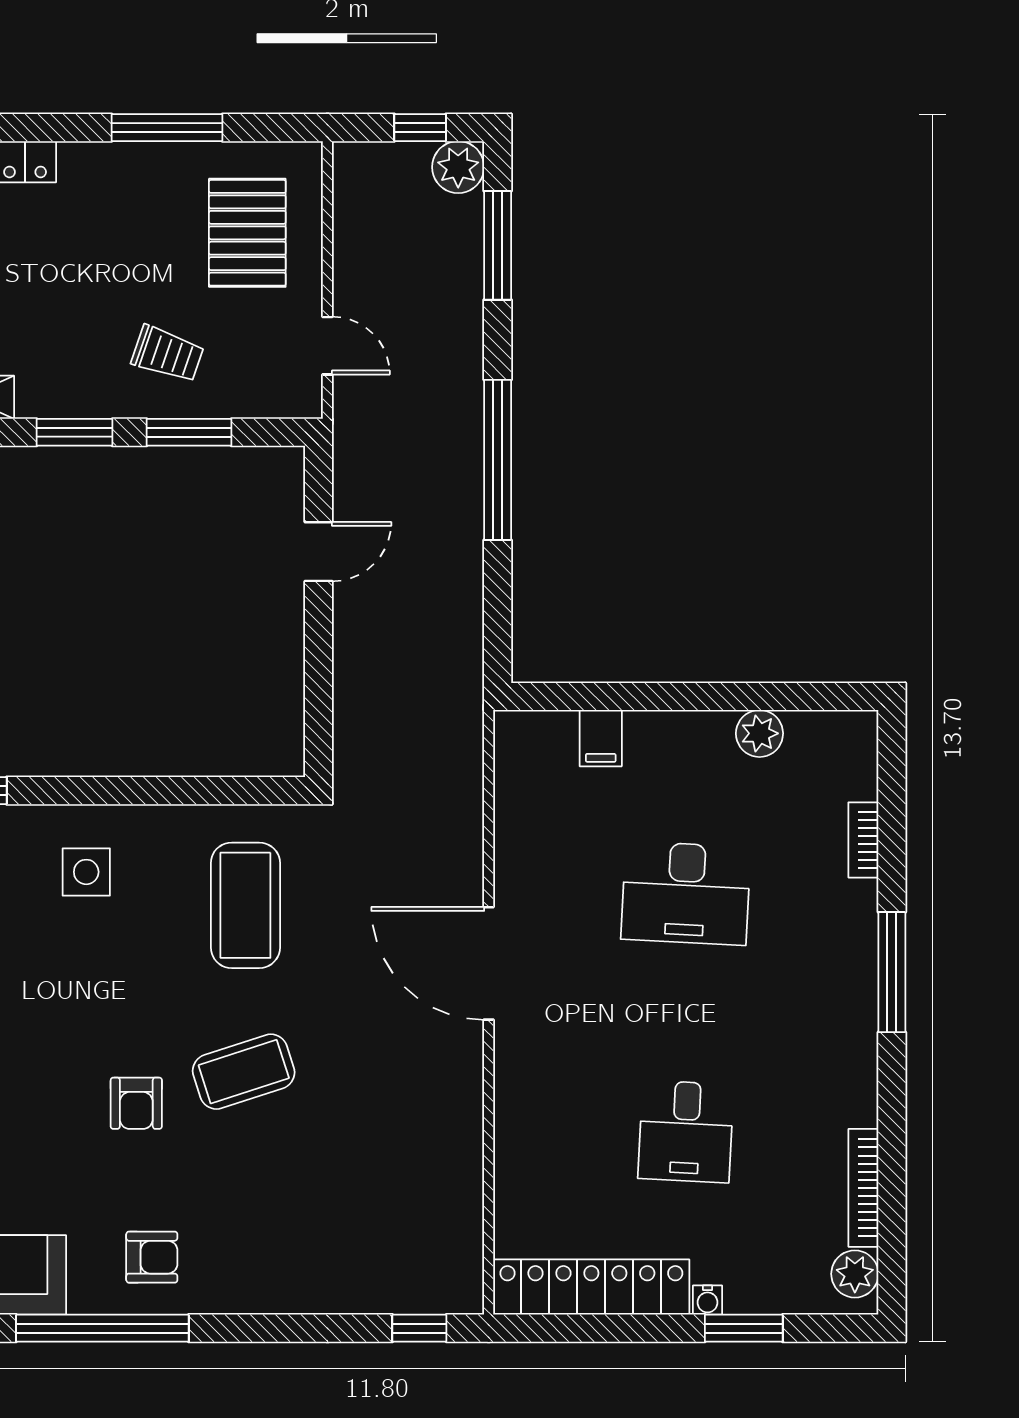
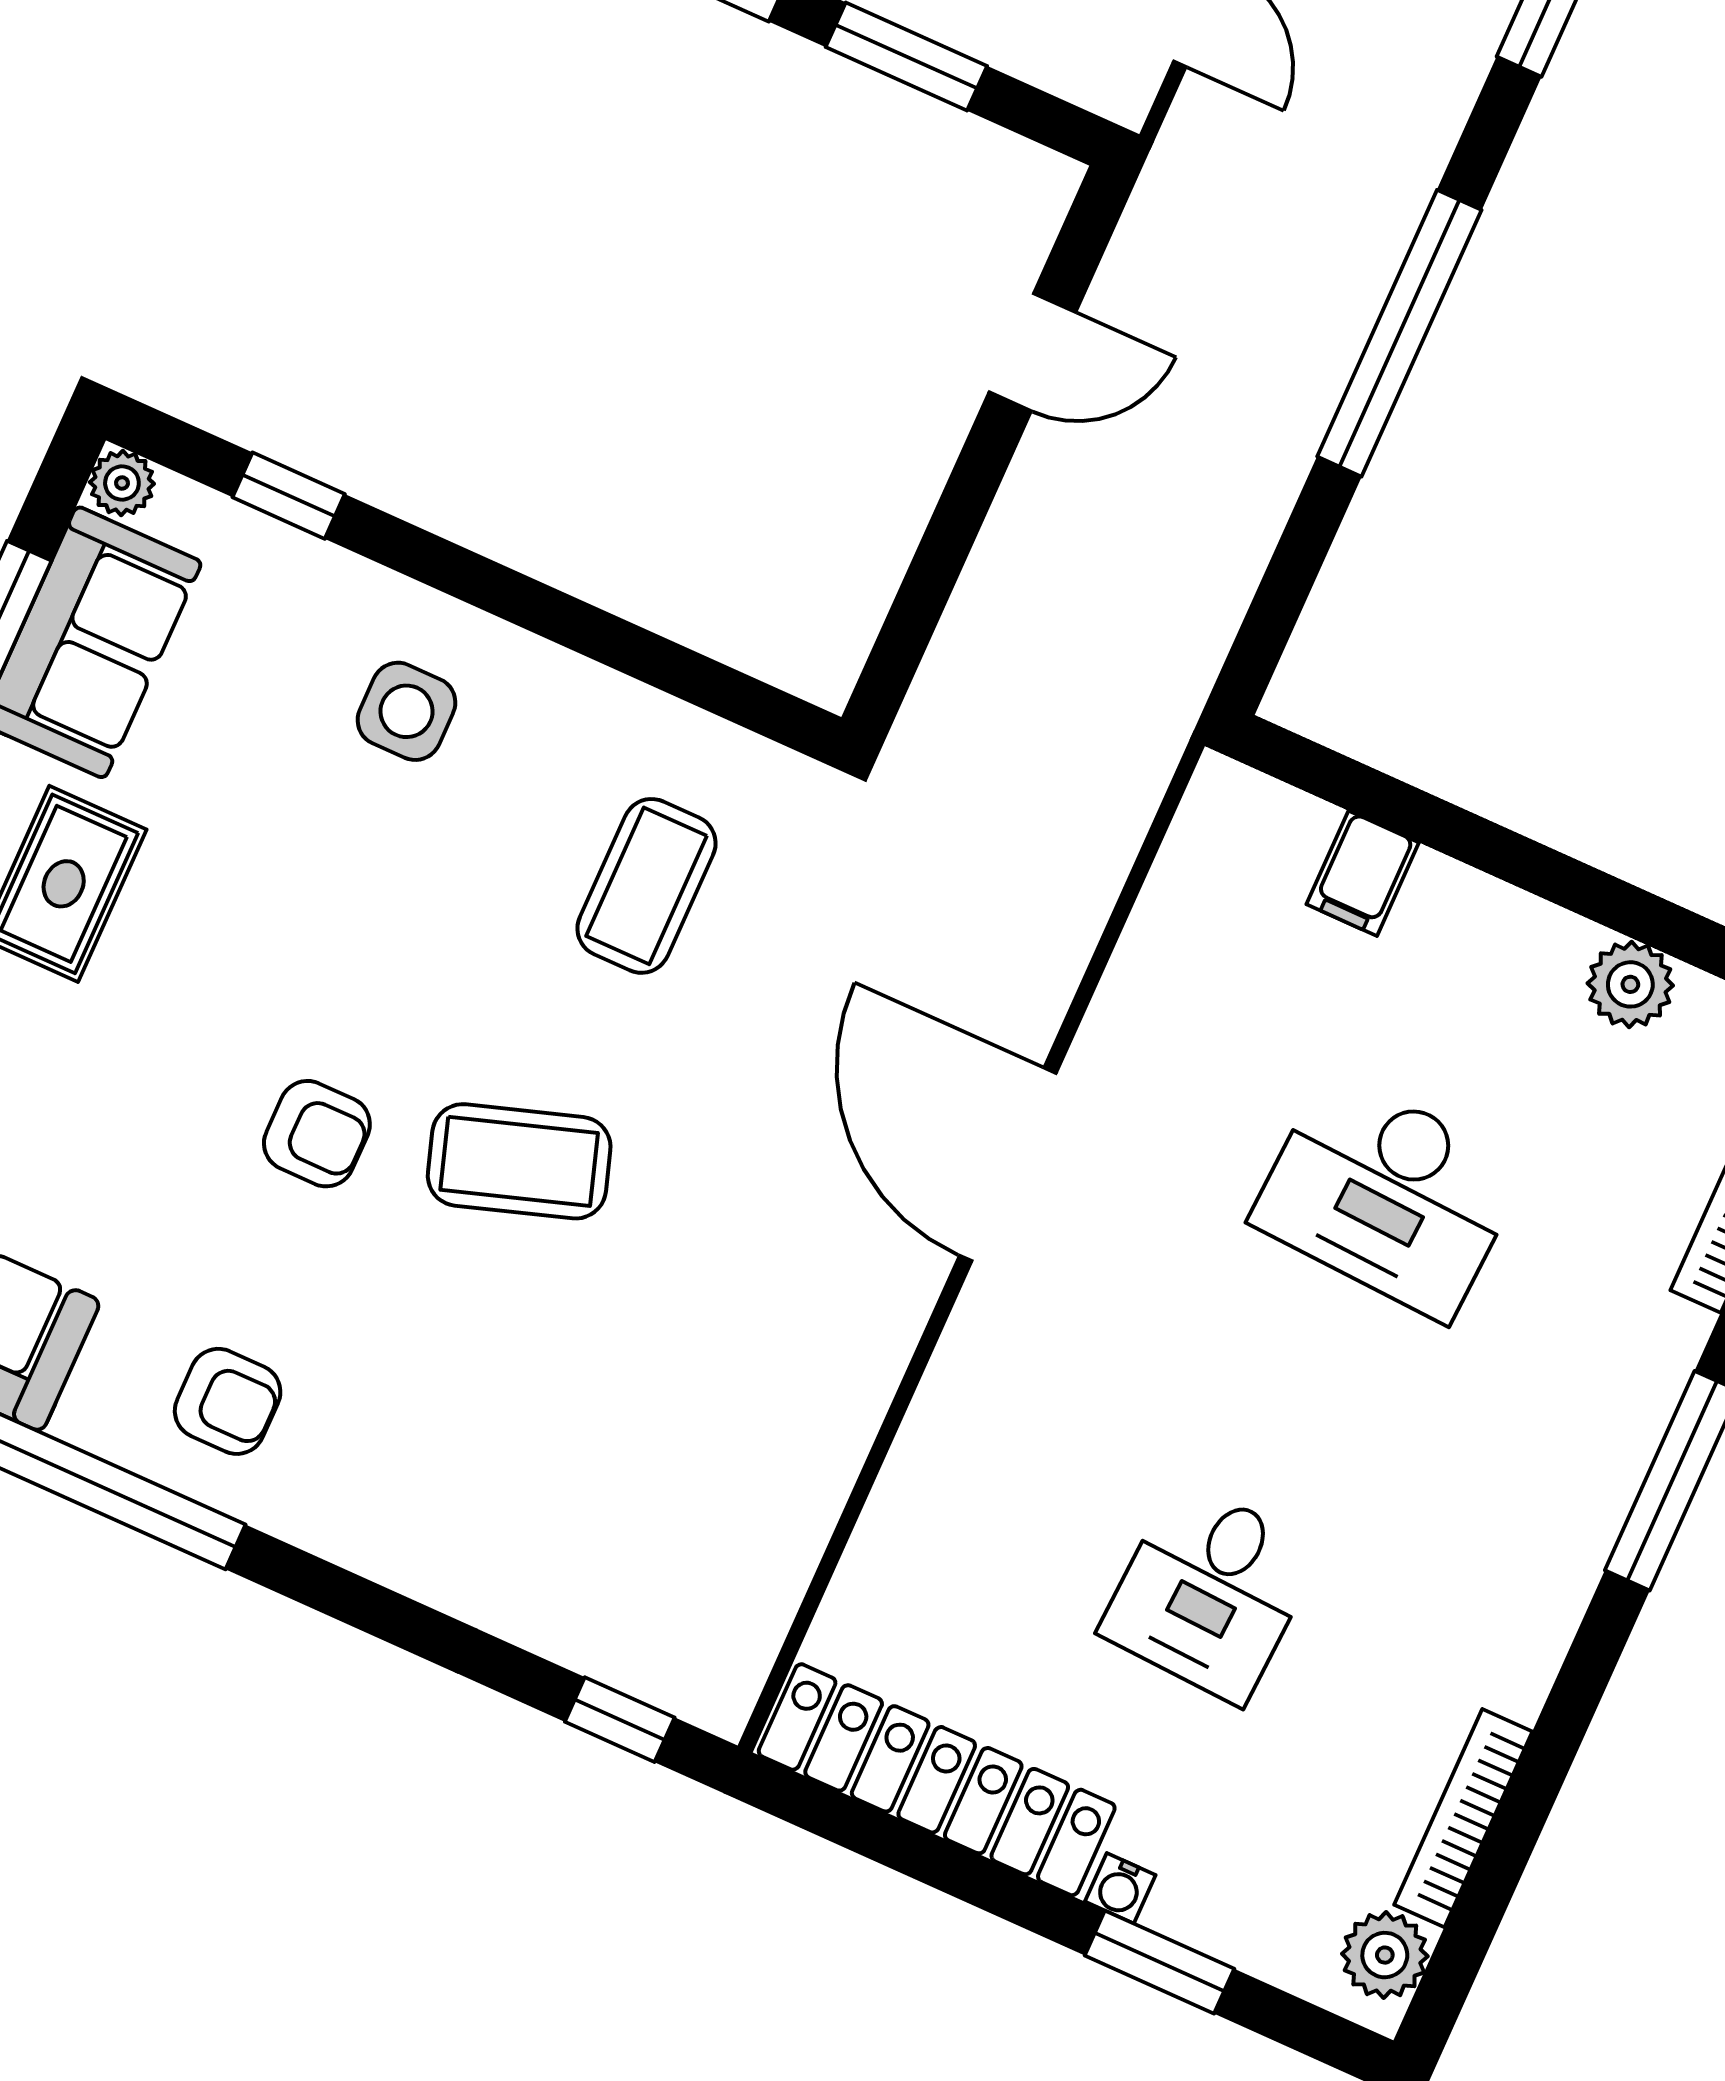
coffee table: (245, 905) -> (647, 886), width x0.73, depth x0.76
armchair: (136, 1103) -> (317, 1134), turned -90

